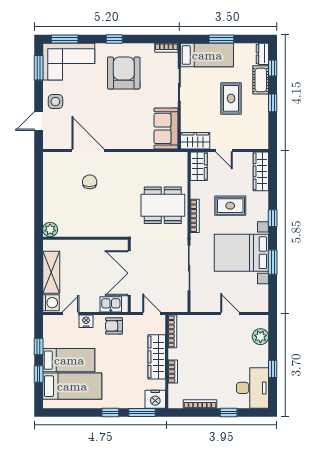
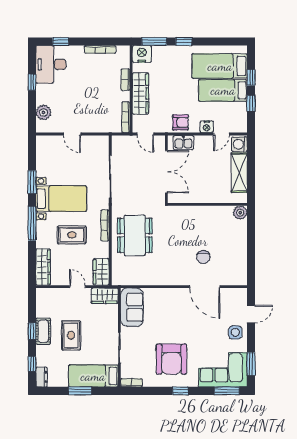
cot: (261, 80) -> (43, 331), moved
dining table: (163, 205) -> (135, 235), turned 90
window: (273, 218) -> (32, 223), width x2.17
bed with nightstands: (241, 253) -> (61, 199), width x0.73
window: (229, 412) -> (61, 41), moved

